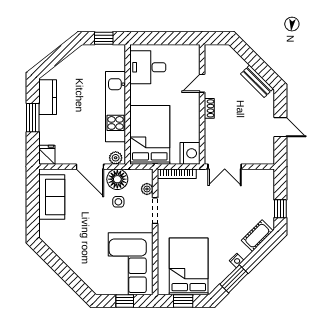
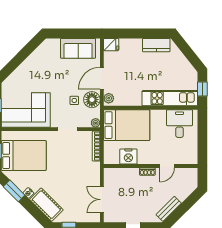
door: (202, 83) -> (167, 166), swing flipped
kitchen unit: (115, 107) -> (170, 98), moved
window: (33, 118) -> (140, 33), removed
nightstand: (190, 153) -> (128, 157), moved
double door: (225, 167) -> (102, 200), moved
plant: (147, 189) -> (96, 123), moved
cot: (257, 236) -> (46, 205), width x1.37, depth x1.34

